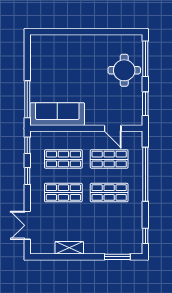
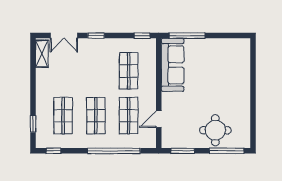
window: (27, 176) -> (96, 36), moved
shop shelf: (63, 193) -> (63, 116), moved
double door: (27, 225) -> (64, 36), swing flipped
shelving: (69, 248) -> (42, 54), moved
window: (117, 257) -> (33, 124), width x0.67

